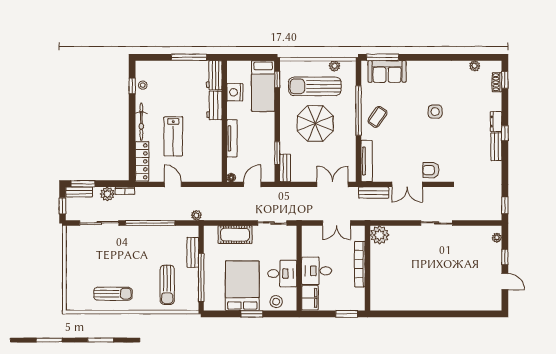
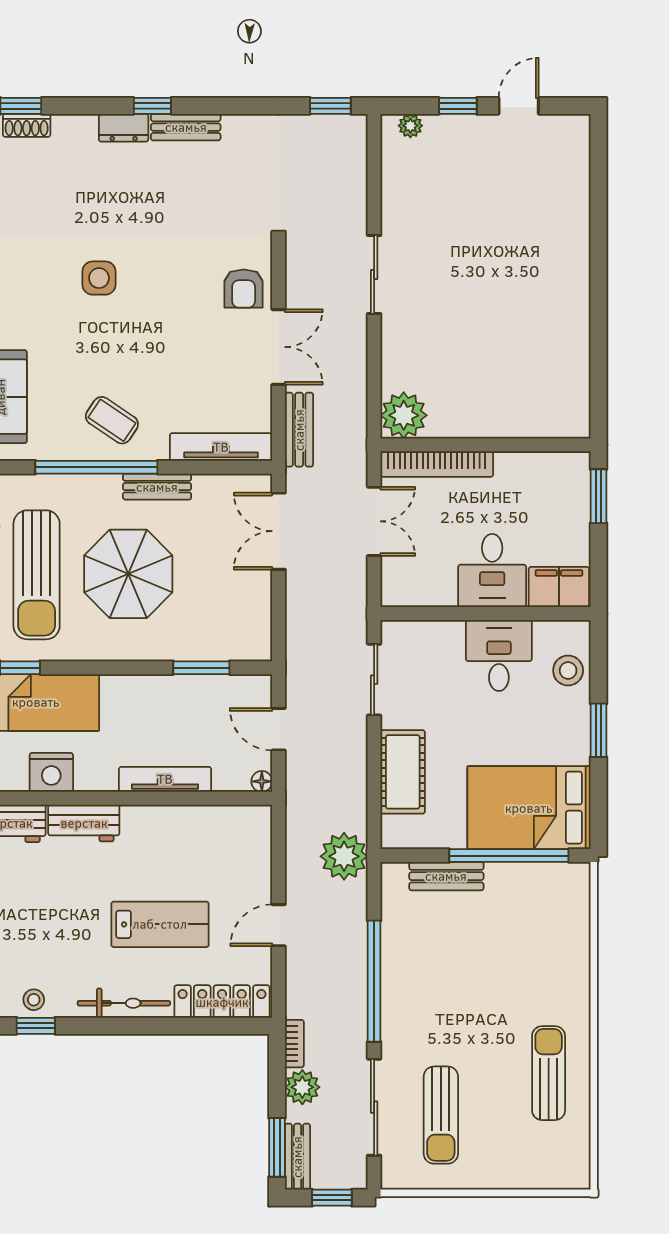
bench: (285, 168) -> (157, 487), moved
plant: (196, 215) -> (344, 856), width x1.87, depth x1.87
bookcase: (360, 264) -> (437, 464), moved
sun lounger: (167, 285) -> (441, 1115), moved, turned 90
bed: (242, 286) -> (529, 808), moved

